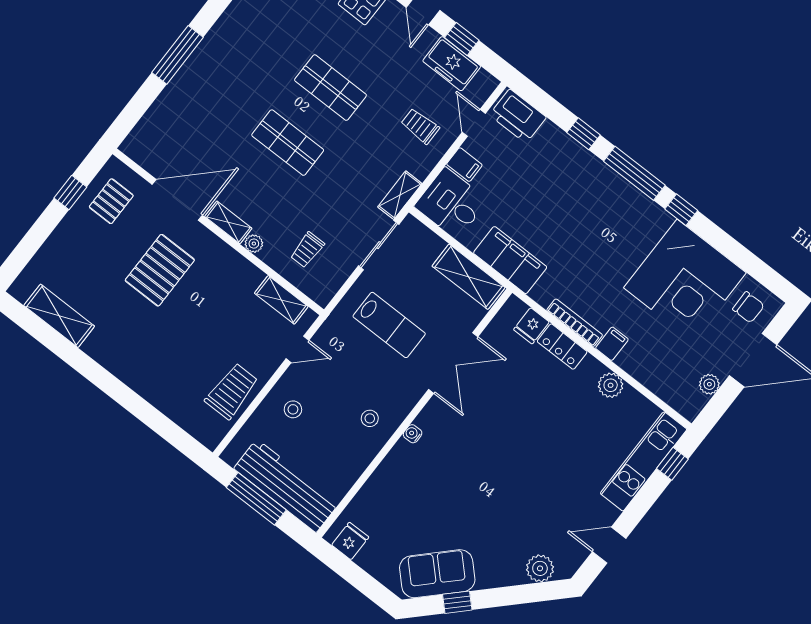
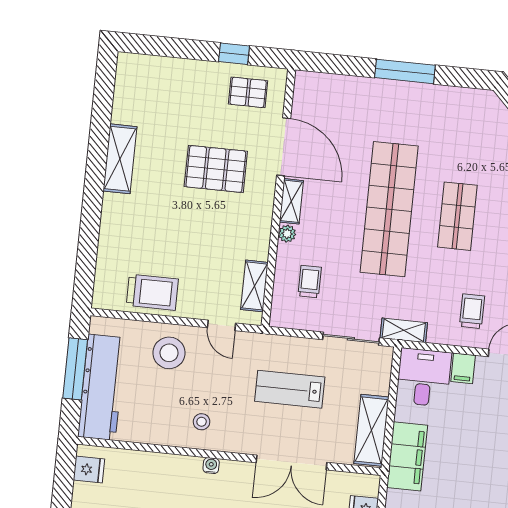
shop shelf: (288, 143) -> (389, 209), width x2.00, depth x1.36
trolley: (307, 250) -> (310, 282), turned 90
shelving: (59, 316) -> (120, 159), moved
lab bench: (389, 325) -> (290, 389), turned 90
stool: (293, 409) -> (169, 353), width x1.89, depth x1.89

